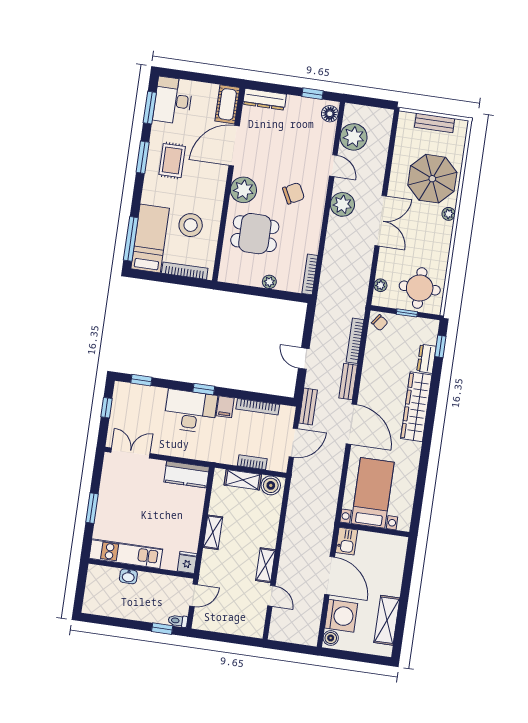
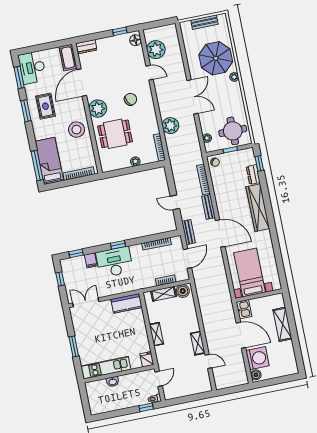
dresser: (265, 99) -> (86, 47), width x0.70
plant: (342, 204) -> (170, 126), moved
stool: (191, 225) -> (77, 130), moved
filing cabinet: (225, 407) -> (91, 260), moved
shelving: (387, 620) -> (282, 324), moved

